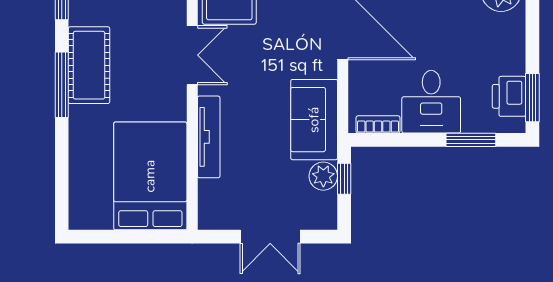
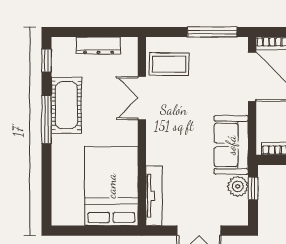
double door: (192, 55) -> (142, 98), swing flipped
tv unit: (209, 137) -> (154, 196), moved

